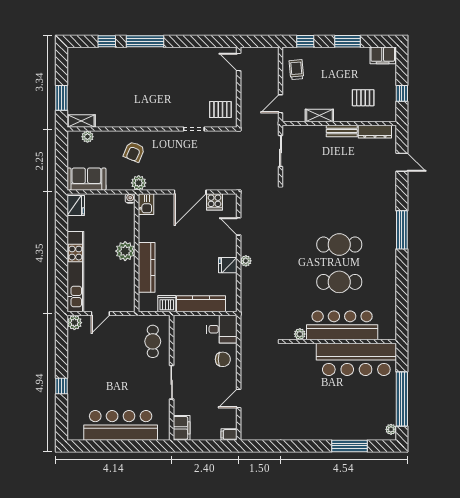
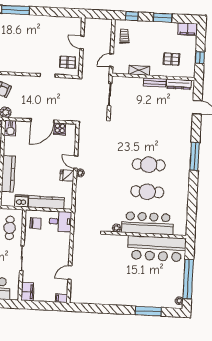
door: (239, 62) -> (82, 42), moved
door: (239, 226) -> (76, 162), moved
chair: (223, 359) -> (36, 223), moved

